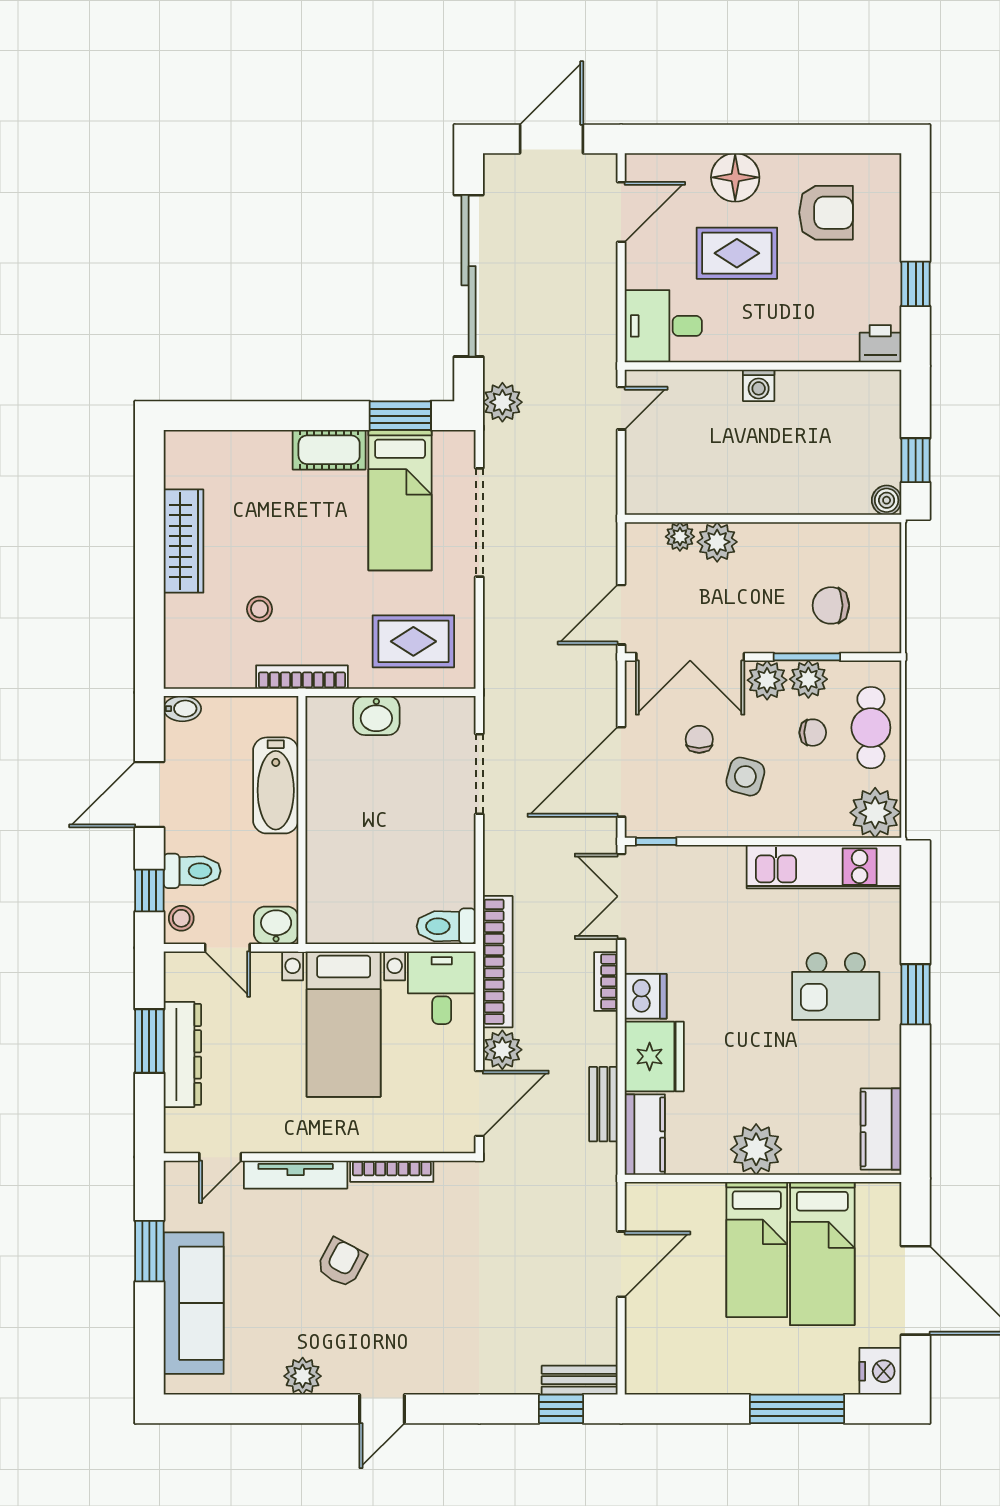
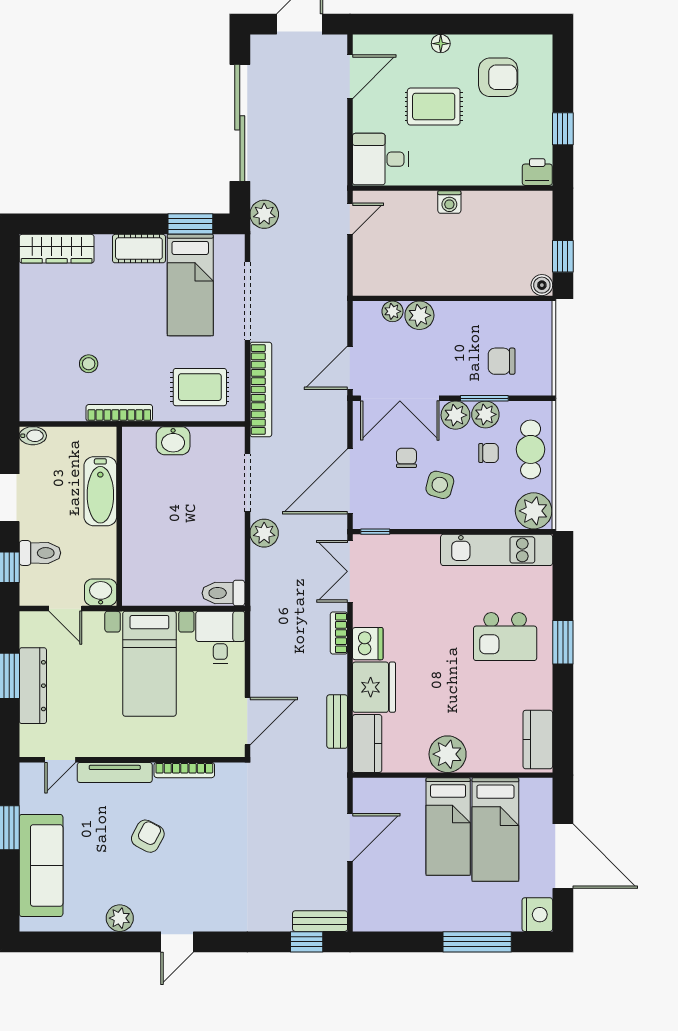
floor lamp: (735, 177) -> (441, 44), width x0.53, depth x0.53
wardrobe: (184, 541) -> (57, 249), moved, turned 90
stool: (181, 918) -> (32, 587), removed
bookcase: (498, 962) -> (261, 390), moved
plant: (502, 1050) -> (264, 533), moved

